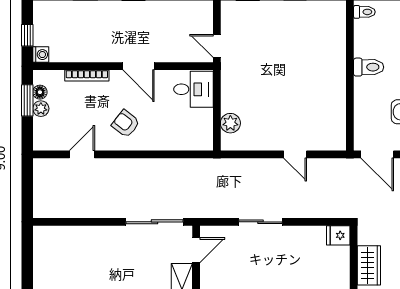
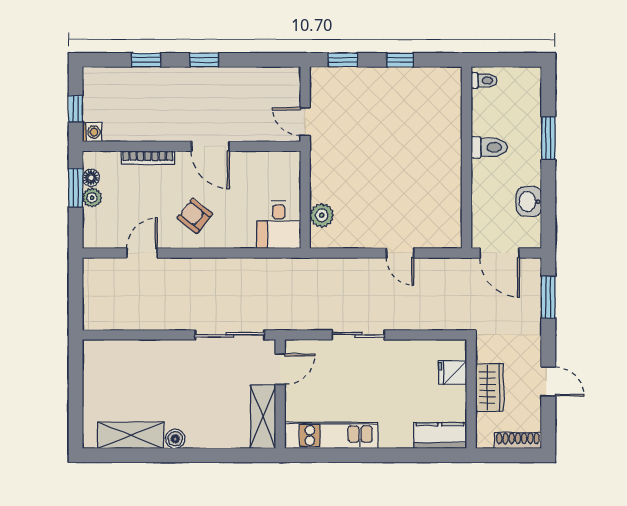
desk: (193, 89) -> (279, 225), moved, turned 90
fridge: (338, 235) -> (452, 373), moved

